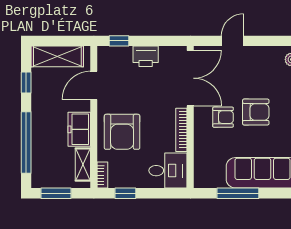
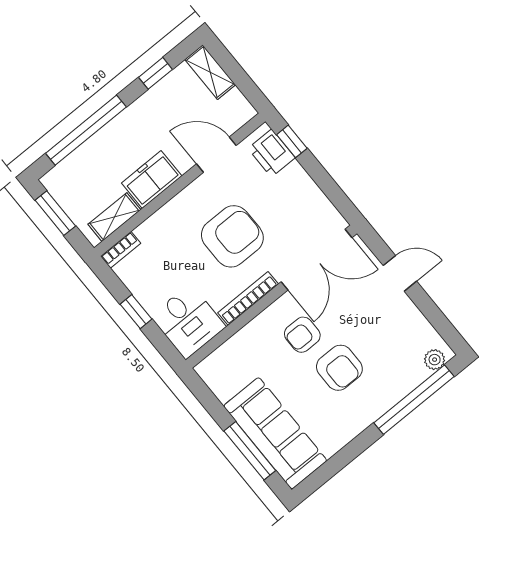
shelving: (57, 56) -> (210, 72), width x0.67, depth x0.75
printer: (146, 56) -> (271, 153), moved
armchair: (223, 117) -> (302, 335), turned 90
armchair: (122, 132) -> (232, 236), moved, turned 180
window: (125, 193) -> (136, 312), moved
window: (238, 193) -> (250, 451), moved

